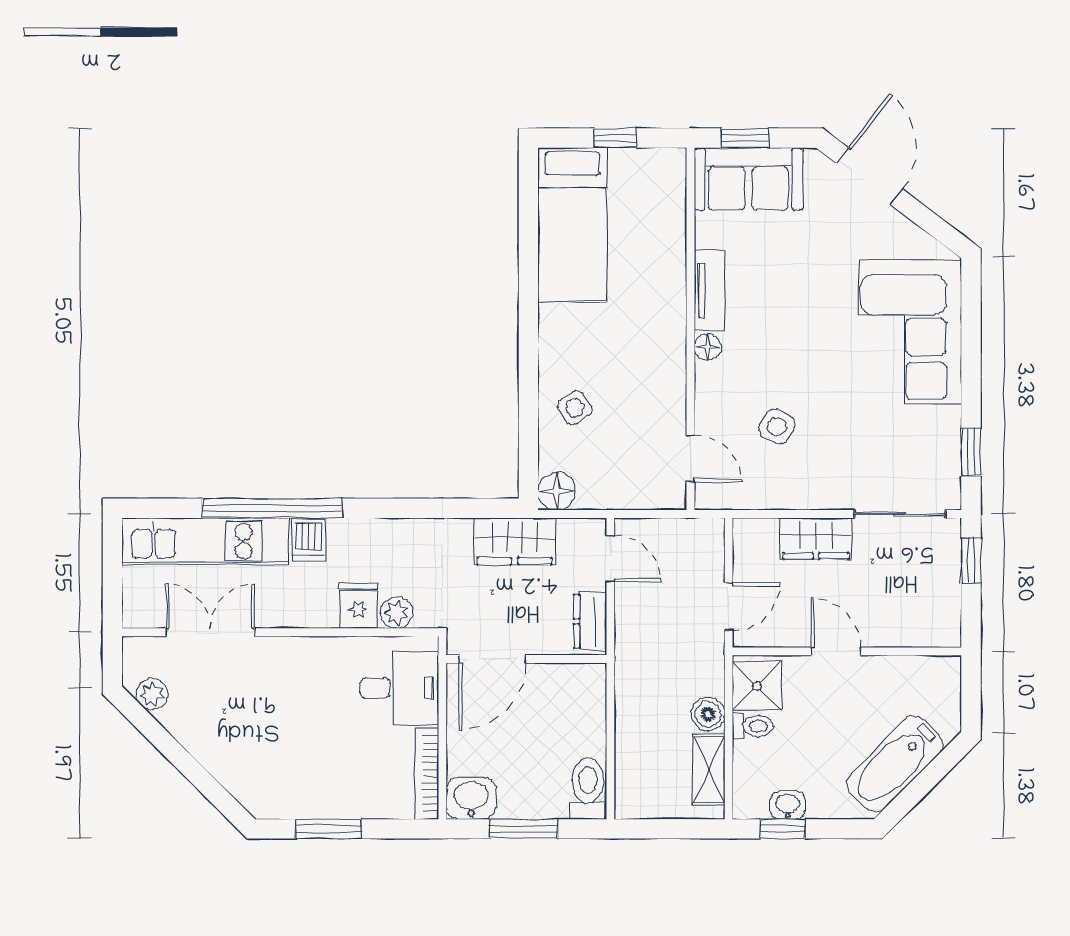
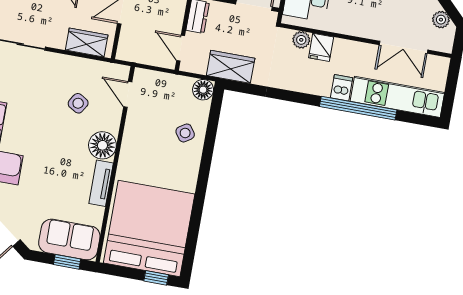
window: (615, 138) -> (156, 278), moved
bed: (572, 225) -> (149, 228), width x2.04
floor lamp: (708, 347) -> (102, 145), width x1.89, depth x1.89
wardrobe: (816, 538) -> (87, 43), moved

